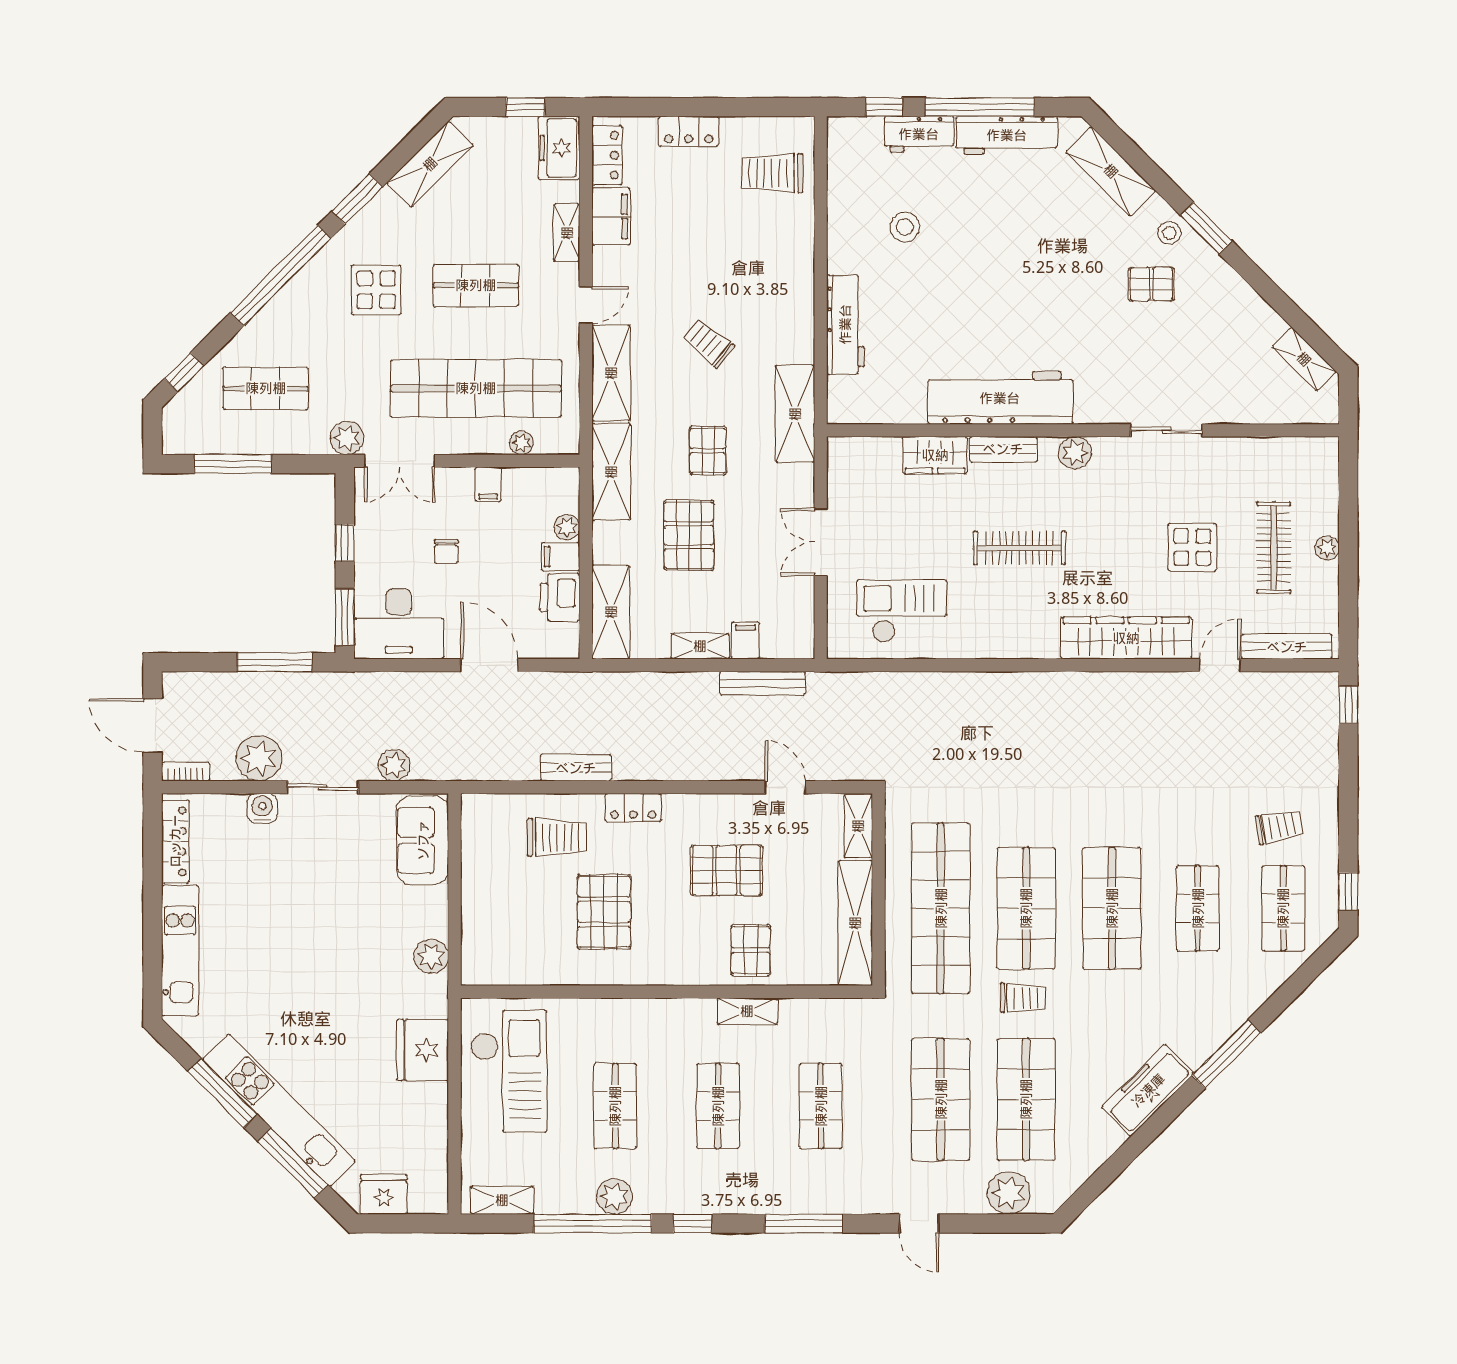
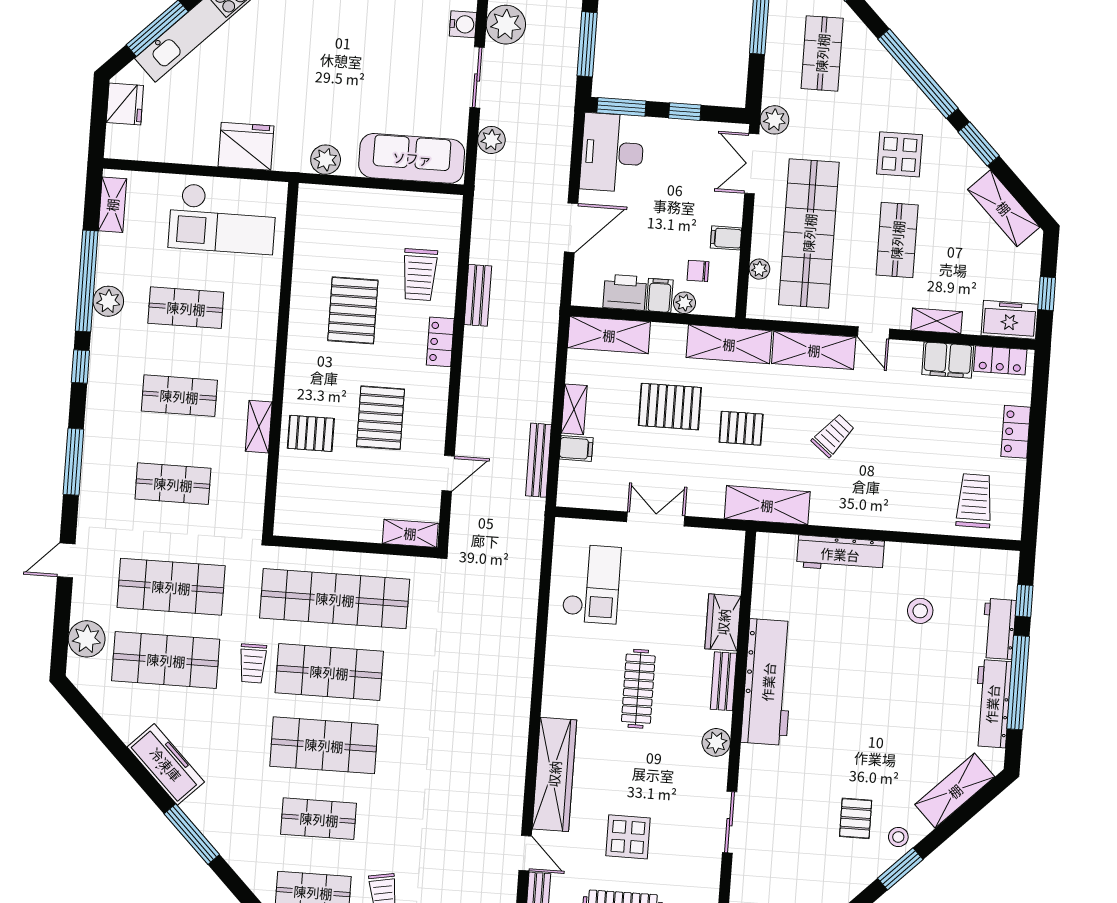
chair: (446, 551) -> (698, 271), moved
sofa: (423, 840) -> (412, 158), width x1.36
pallet: (604, 912) -> (353, 310), turned 90
shelving: (855, 923) -> (328, 525), removed

